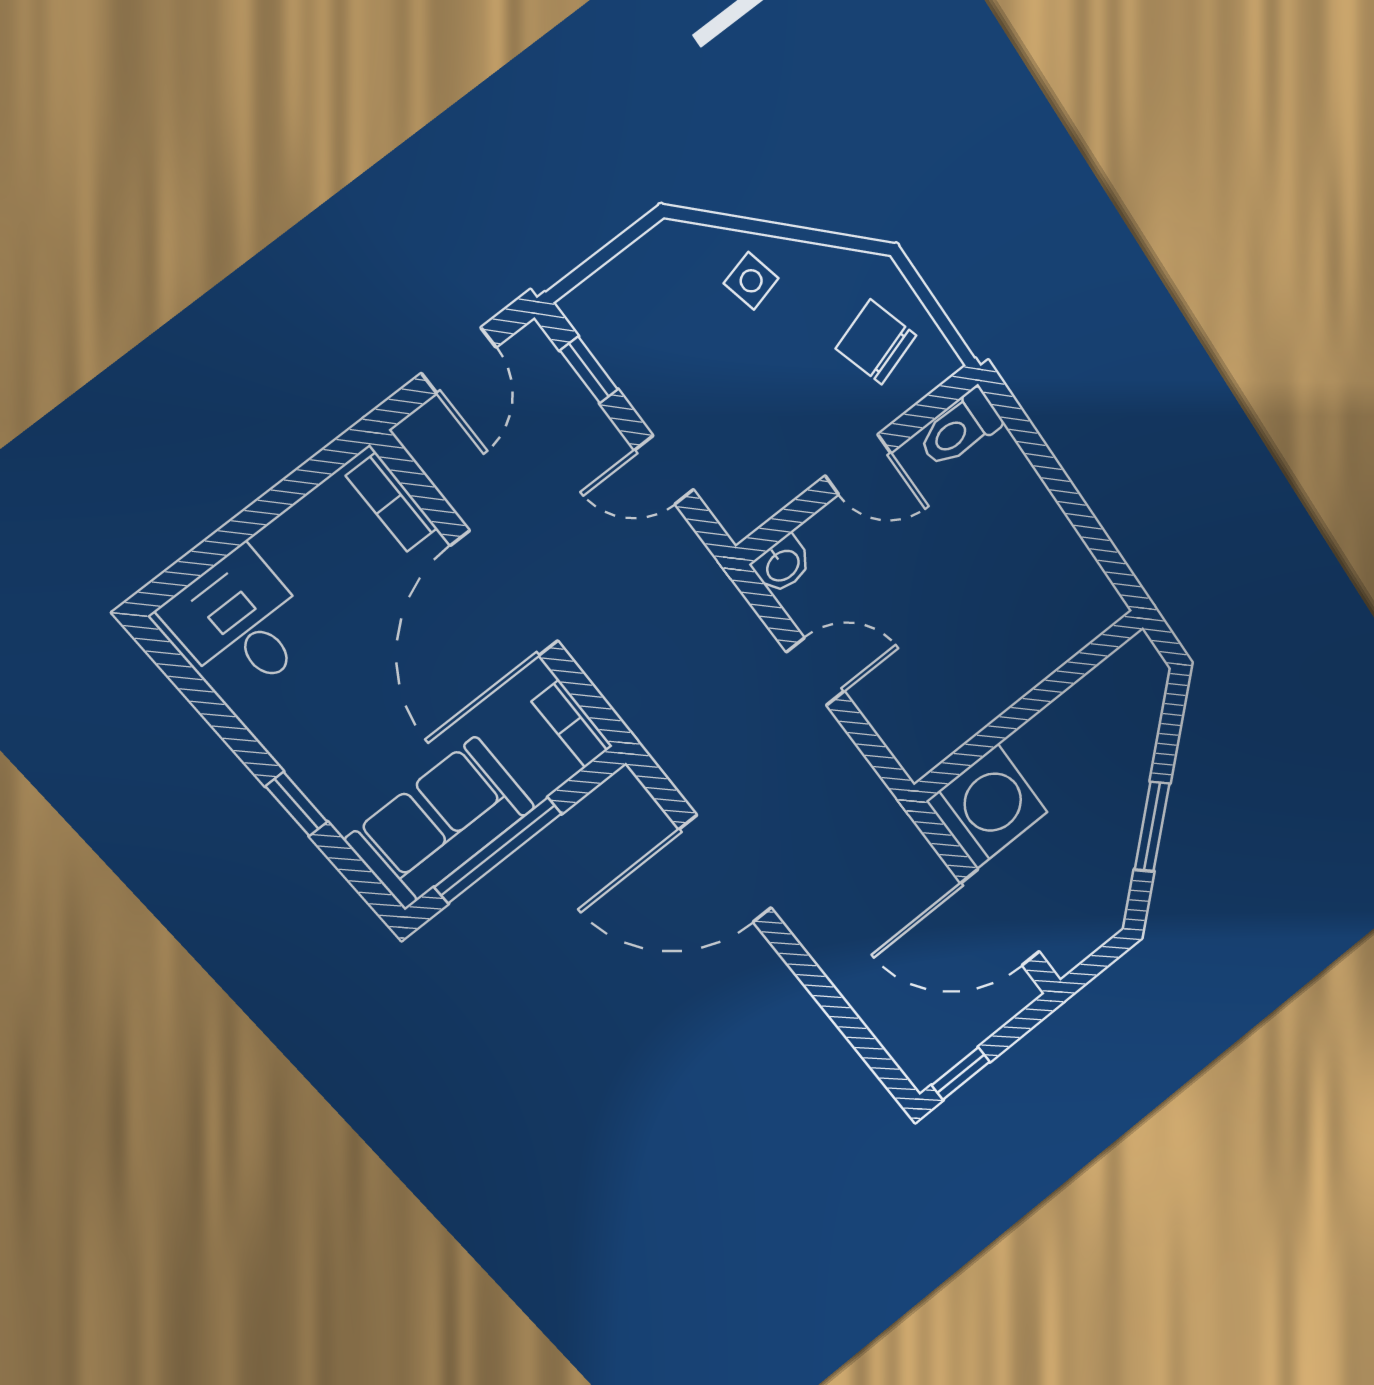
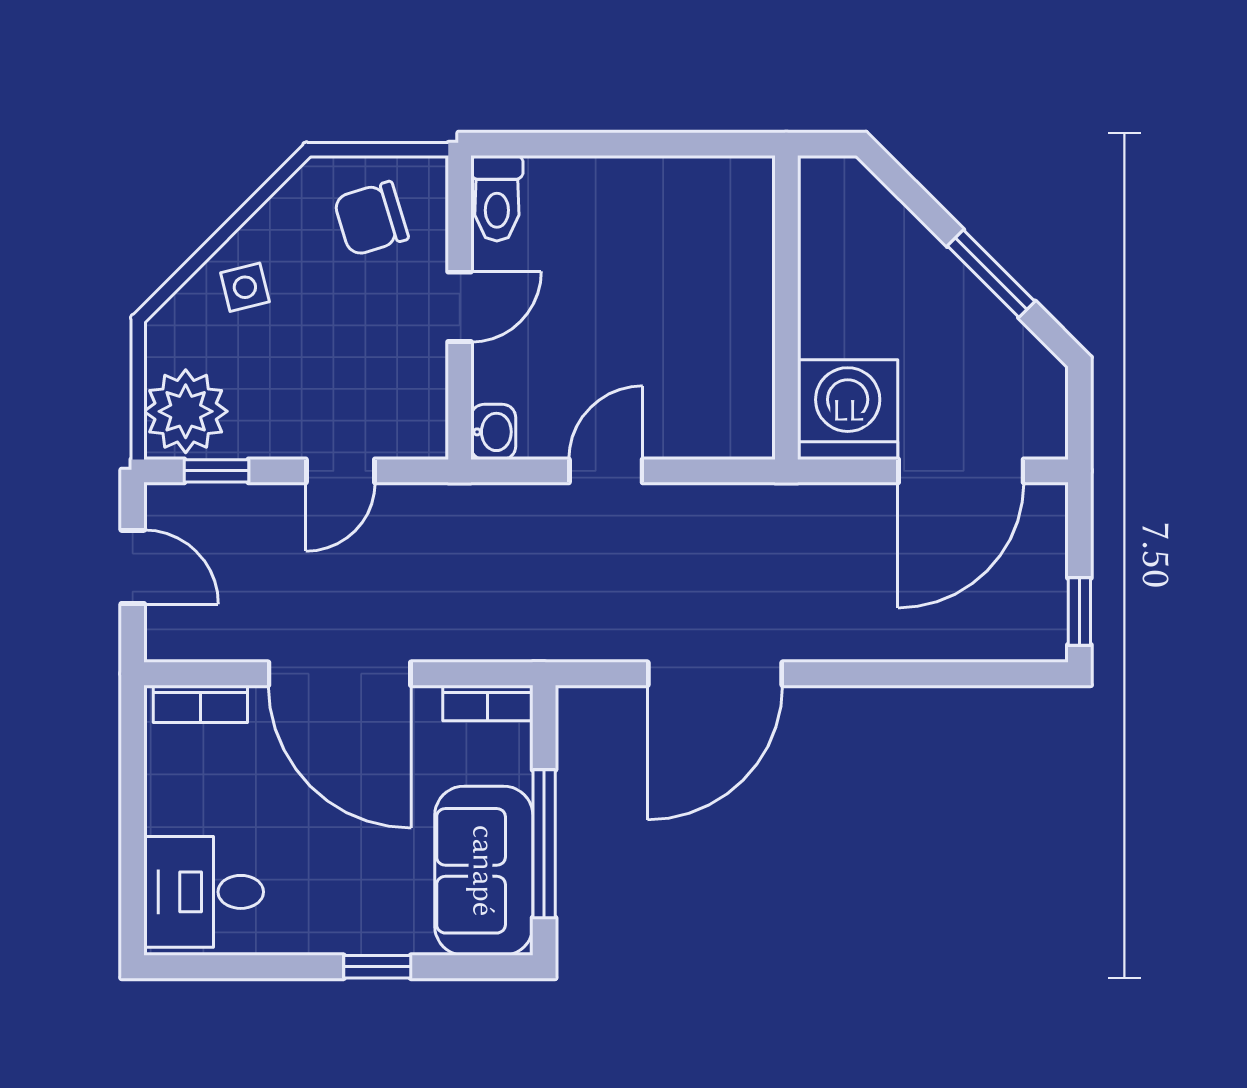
plant: (617, 308) -> (186, 411), added

